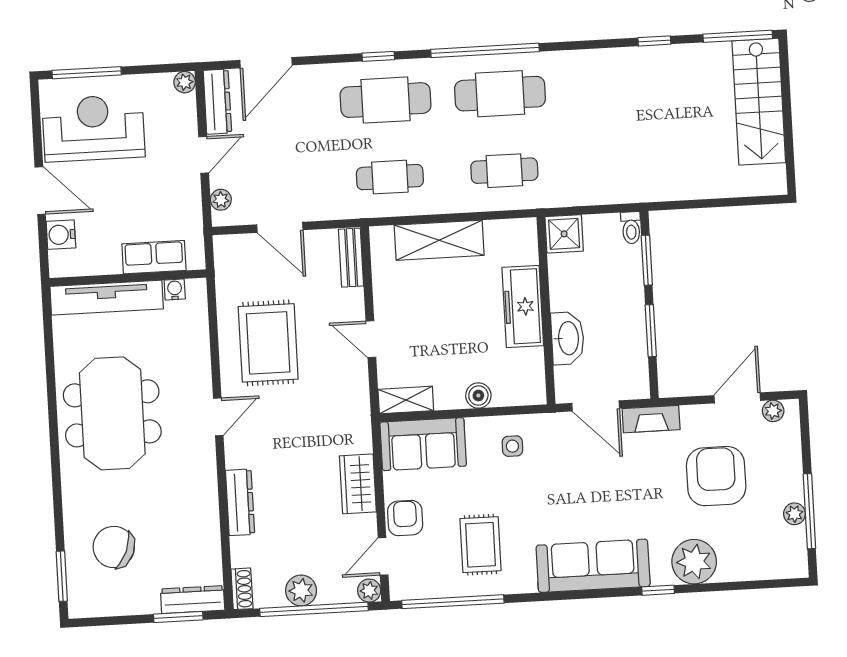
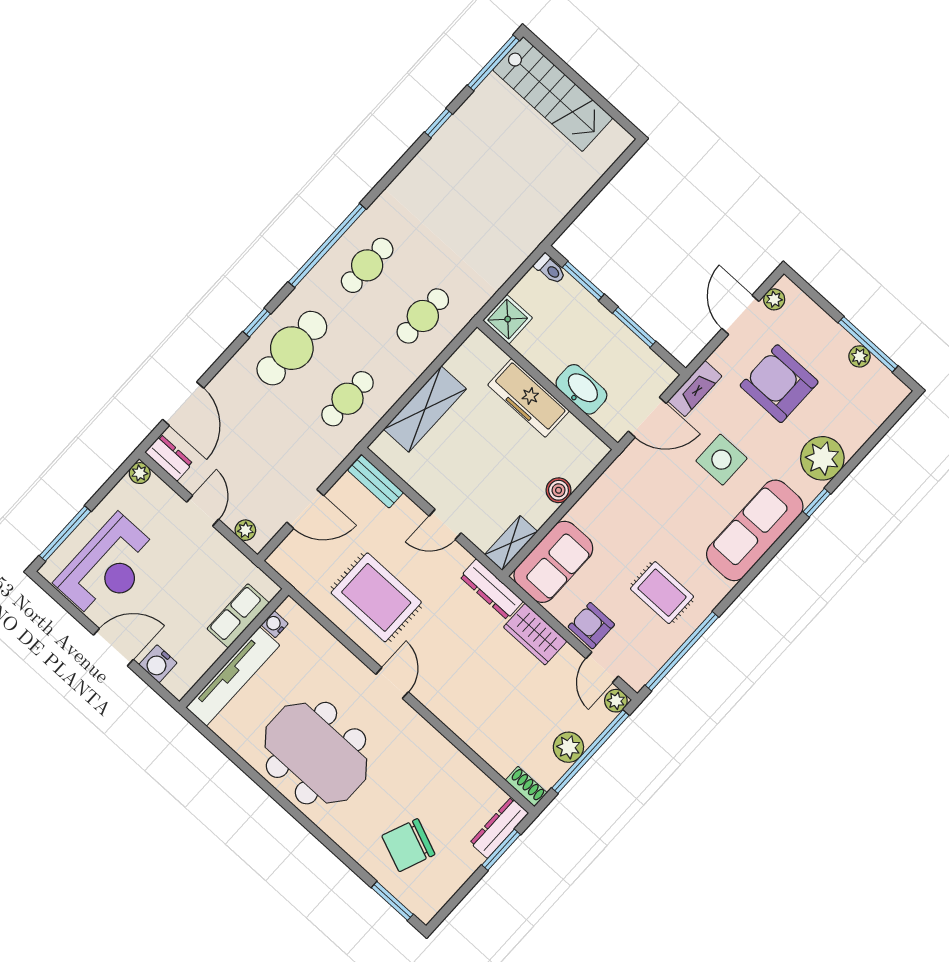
cafe table: (500, 94) -> (367, 265), width x0.73, depth x0.74
dresser: (217, 102) -> (169, 458), width x0.70
reception desk: (93, 128) -> (108, 567), turned 180
side table: (512, 446) -> (721, 460), moved, width x1.87, depth x1.87
dresser: (240, 502) -> (492, 589), moved, turned 180

